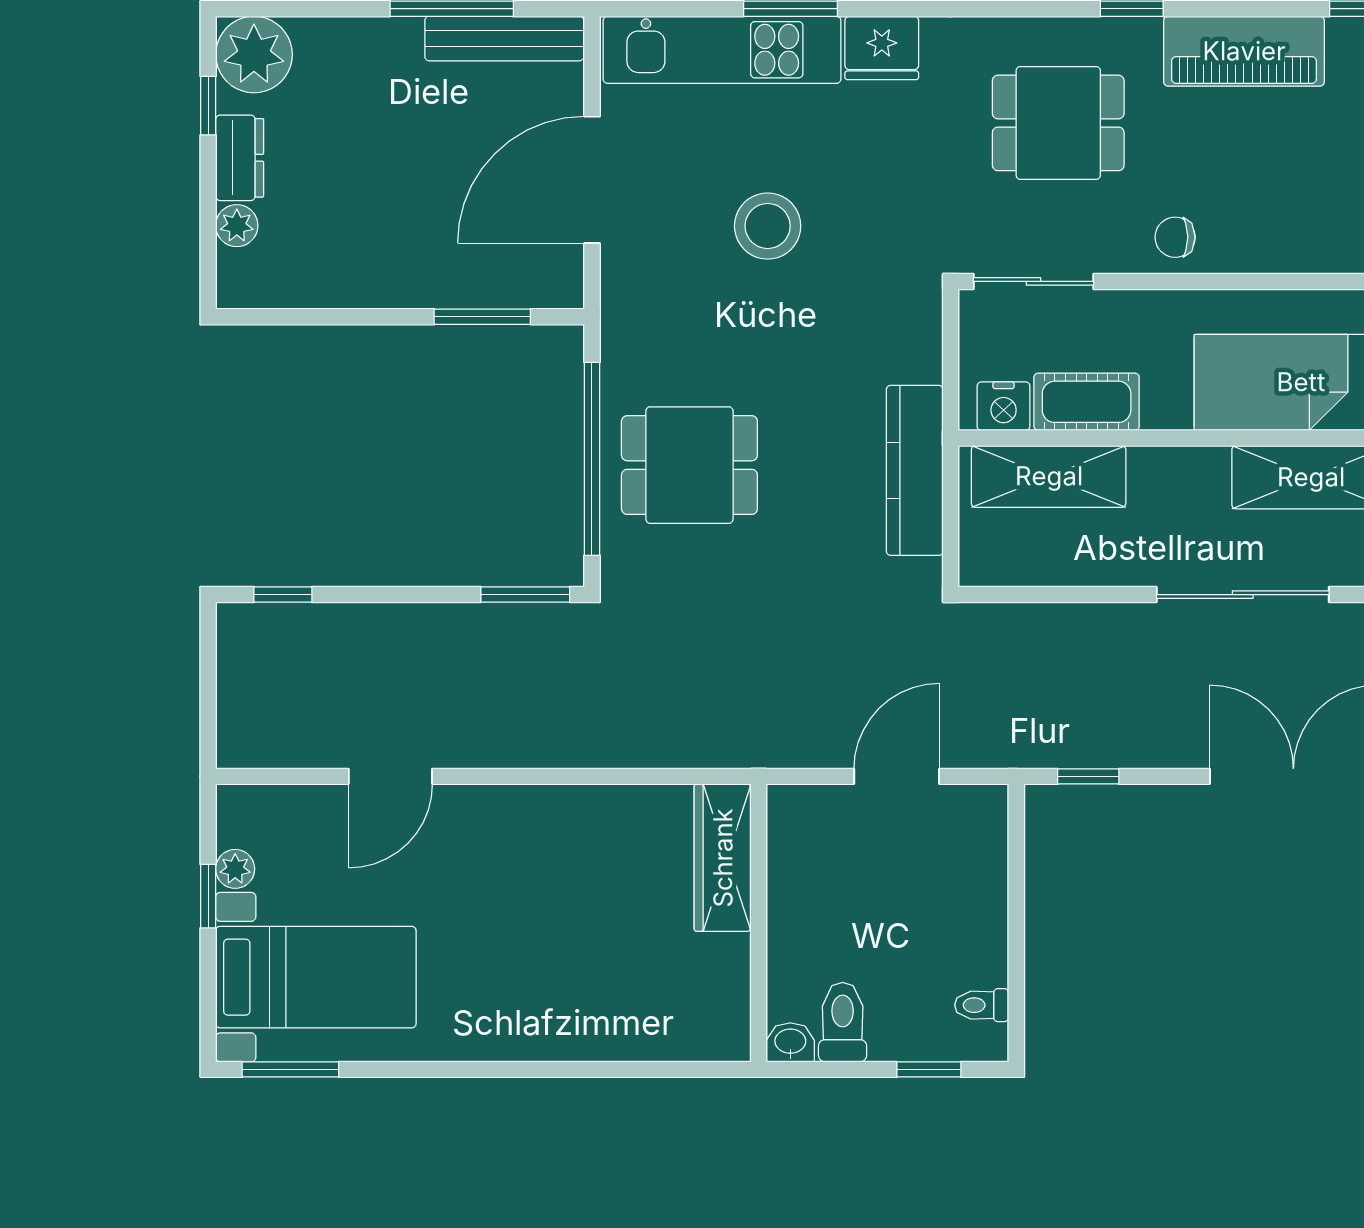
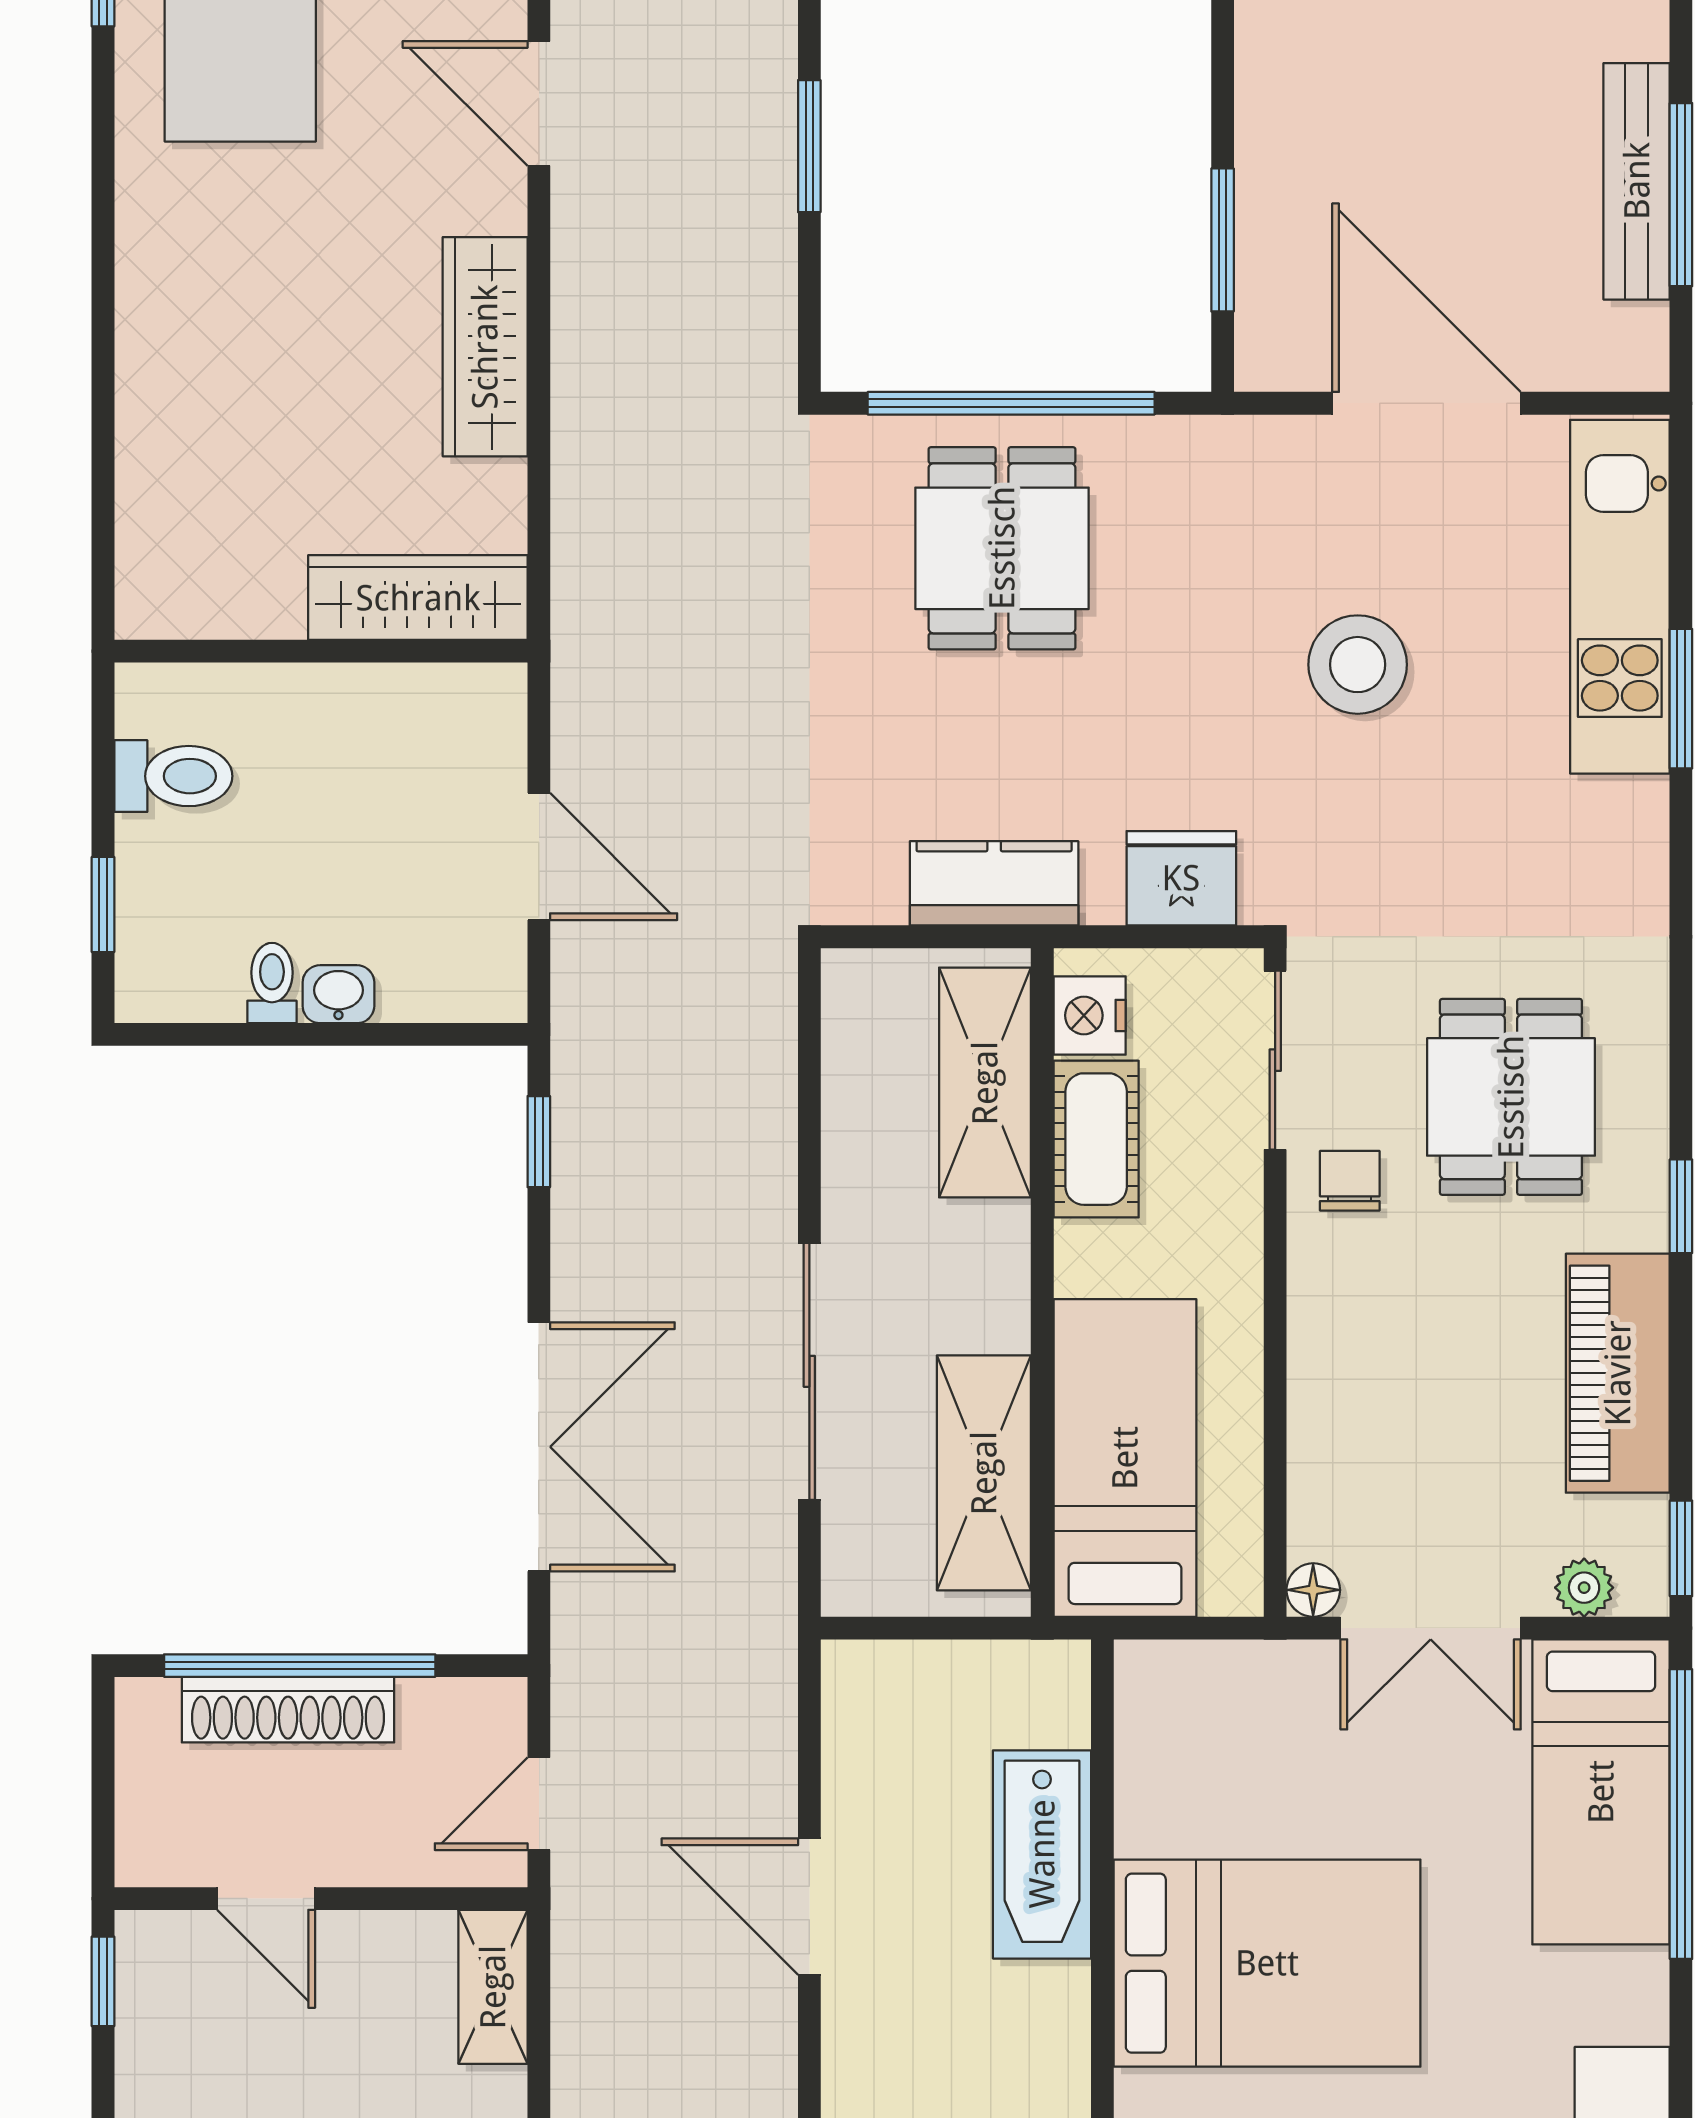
bench: (504, 39) -> (1637, 181), moved
fridge: (882, 48) -> (1181, 878), moved, turned 90
chair: (1175, 237) -> (1350, 1181), moved
kitchen counter: (915, 470) -> (994, 883), width x0.67
window: (525, 595) -> (809, 146), moved
wardrobe: (554, 812) -> (485, 347), added
toilet: (982, 1005) -> (272, 983), moved
washbasin: (790, 1042) -> (338, 994), moved, turned -90

